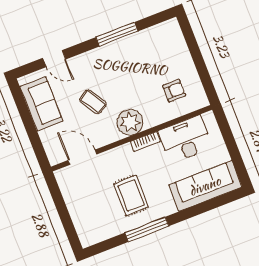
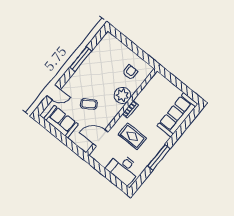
plant: (130, 122) -> (122, 95), moved
desk: (185, 139) -> (123, 169), moved, turned -90
rug: (131, 196) -> (132, 136), moved

